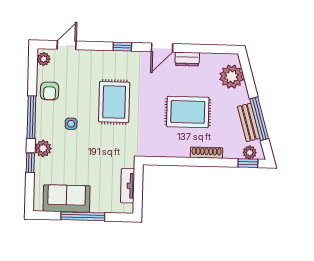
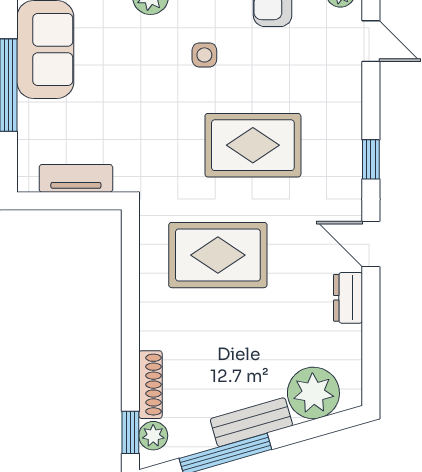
rug: (188, 112) -> (218, 255), moved, turned 90
bench: (249, 122) -> (251, 422), moved
shoe rack: (207, 153) -> (150, 385), moved

